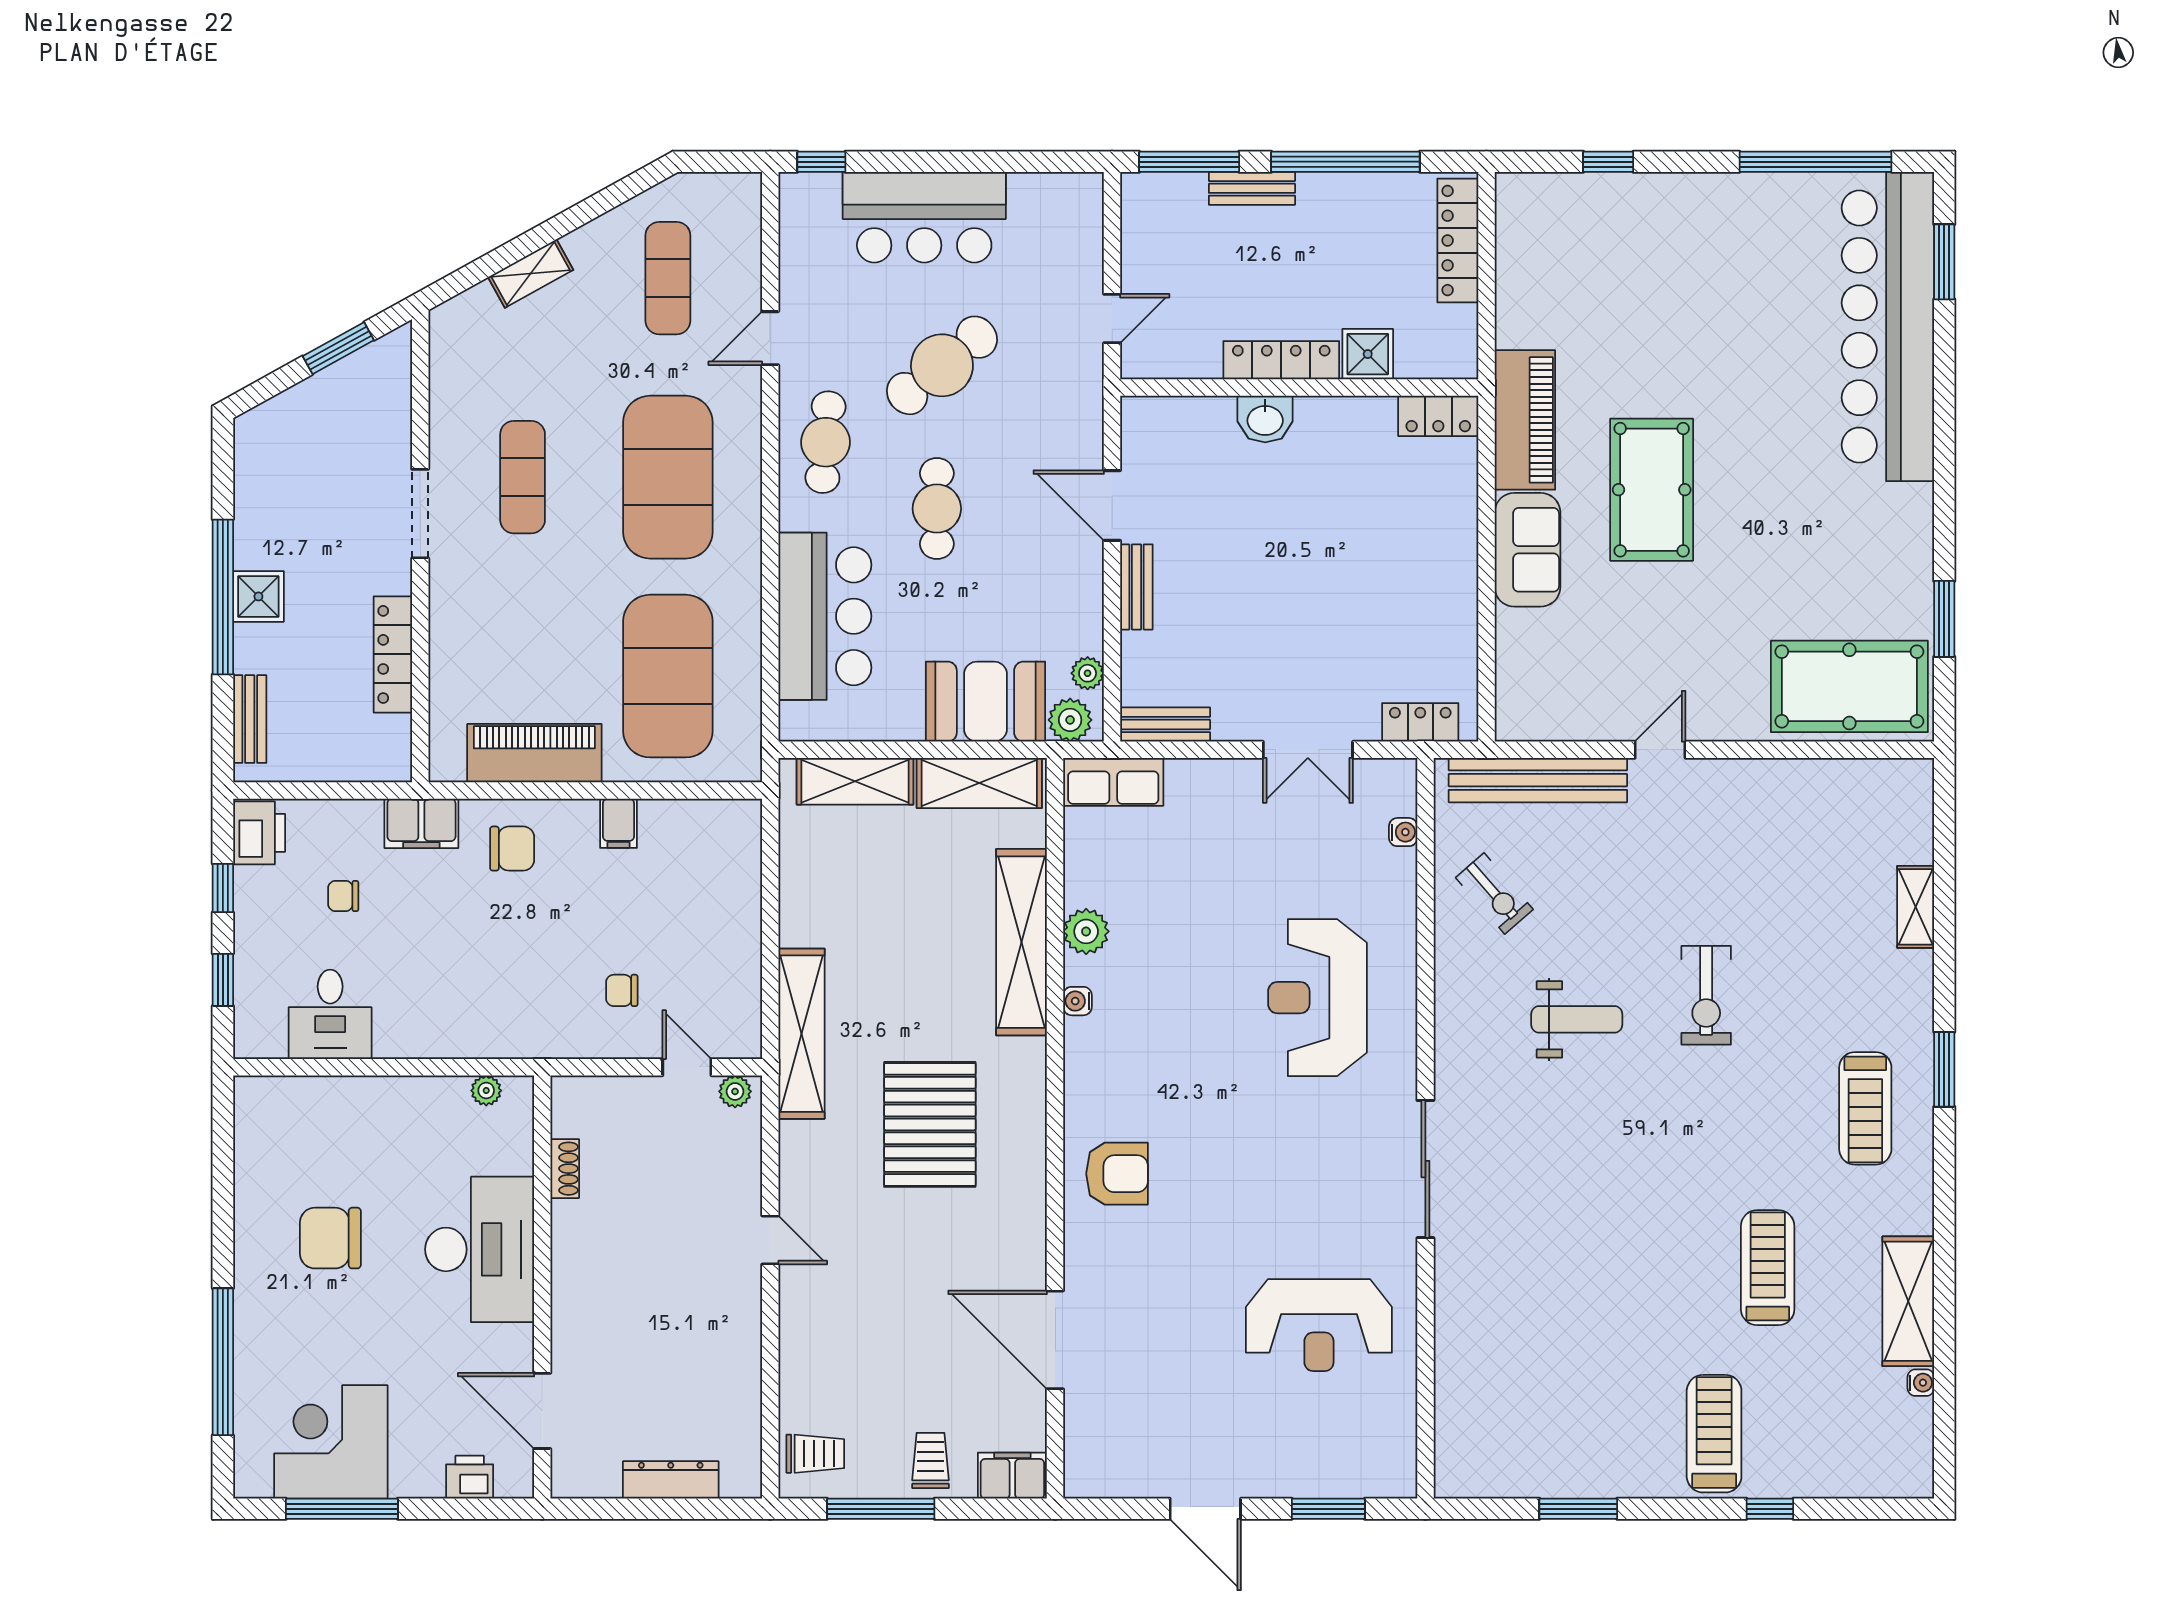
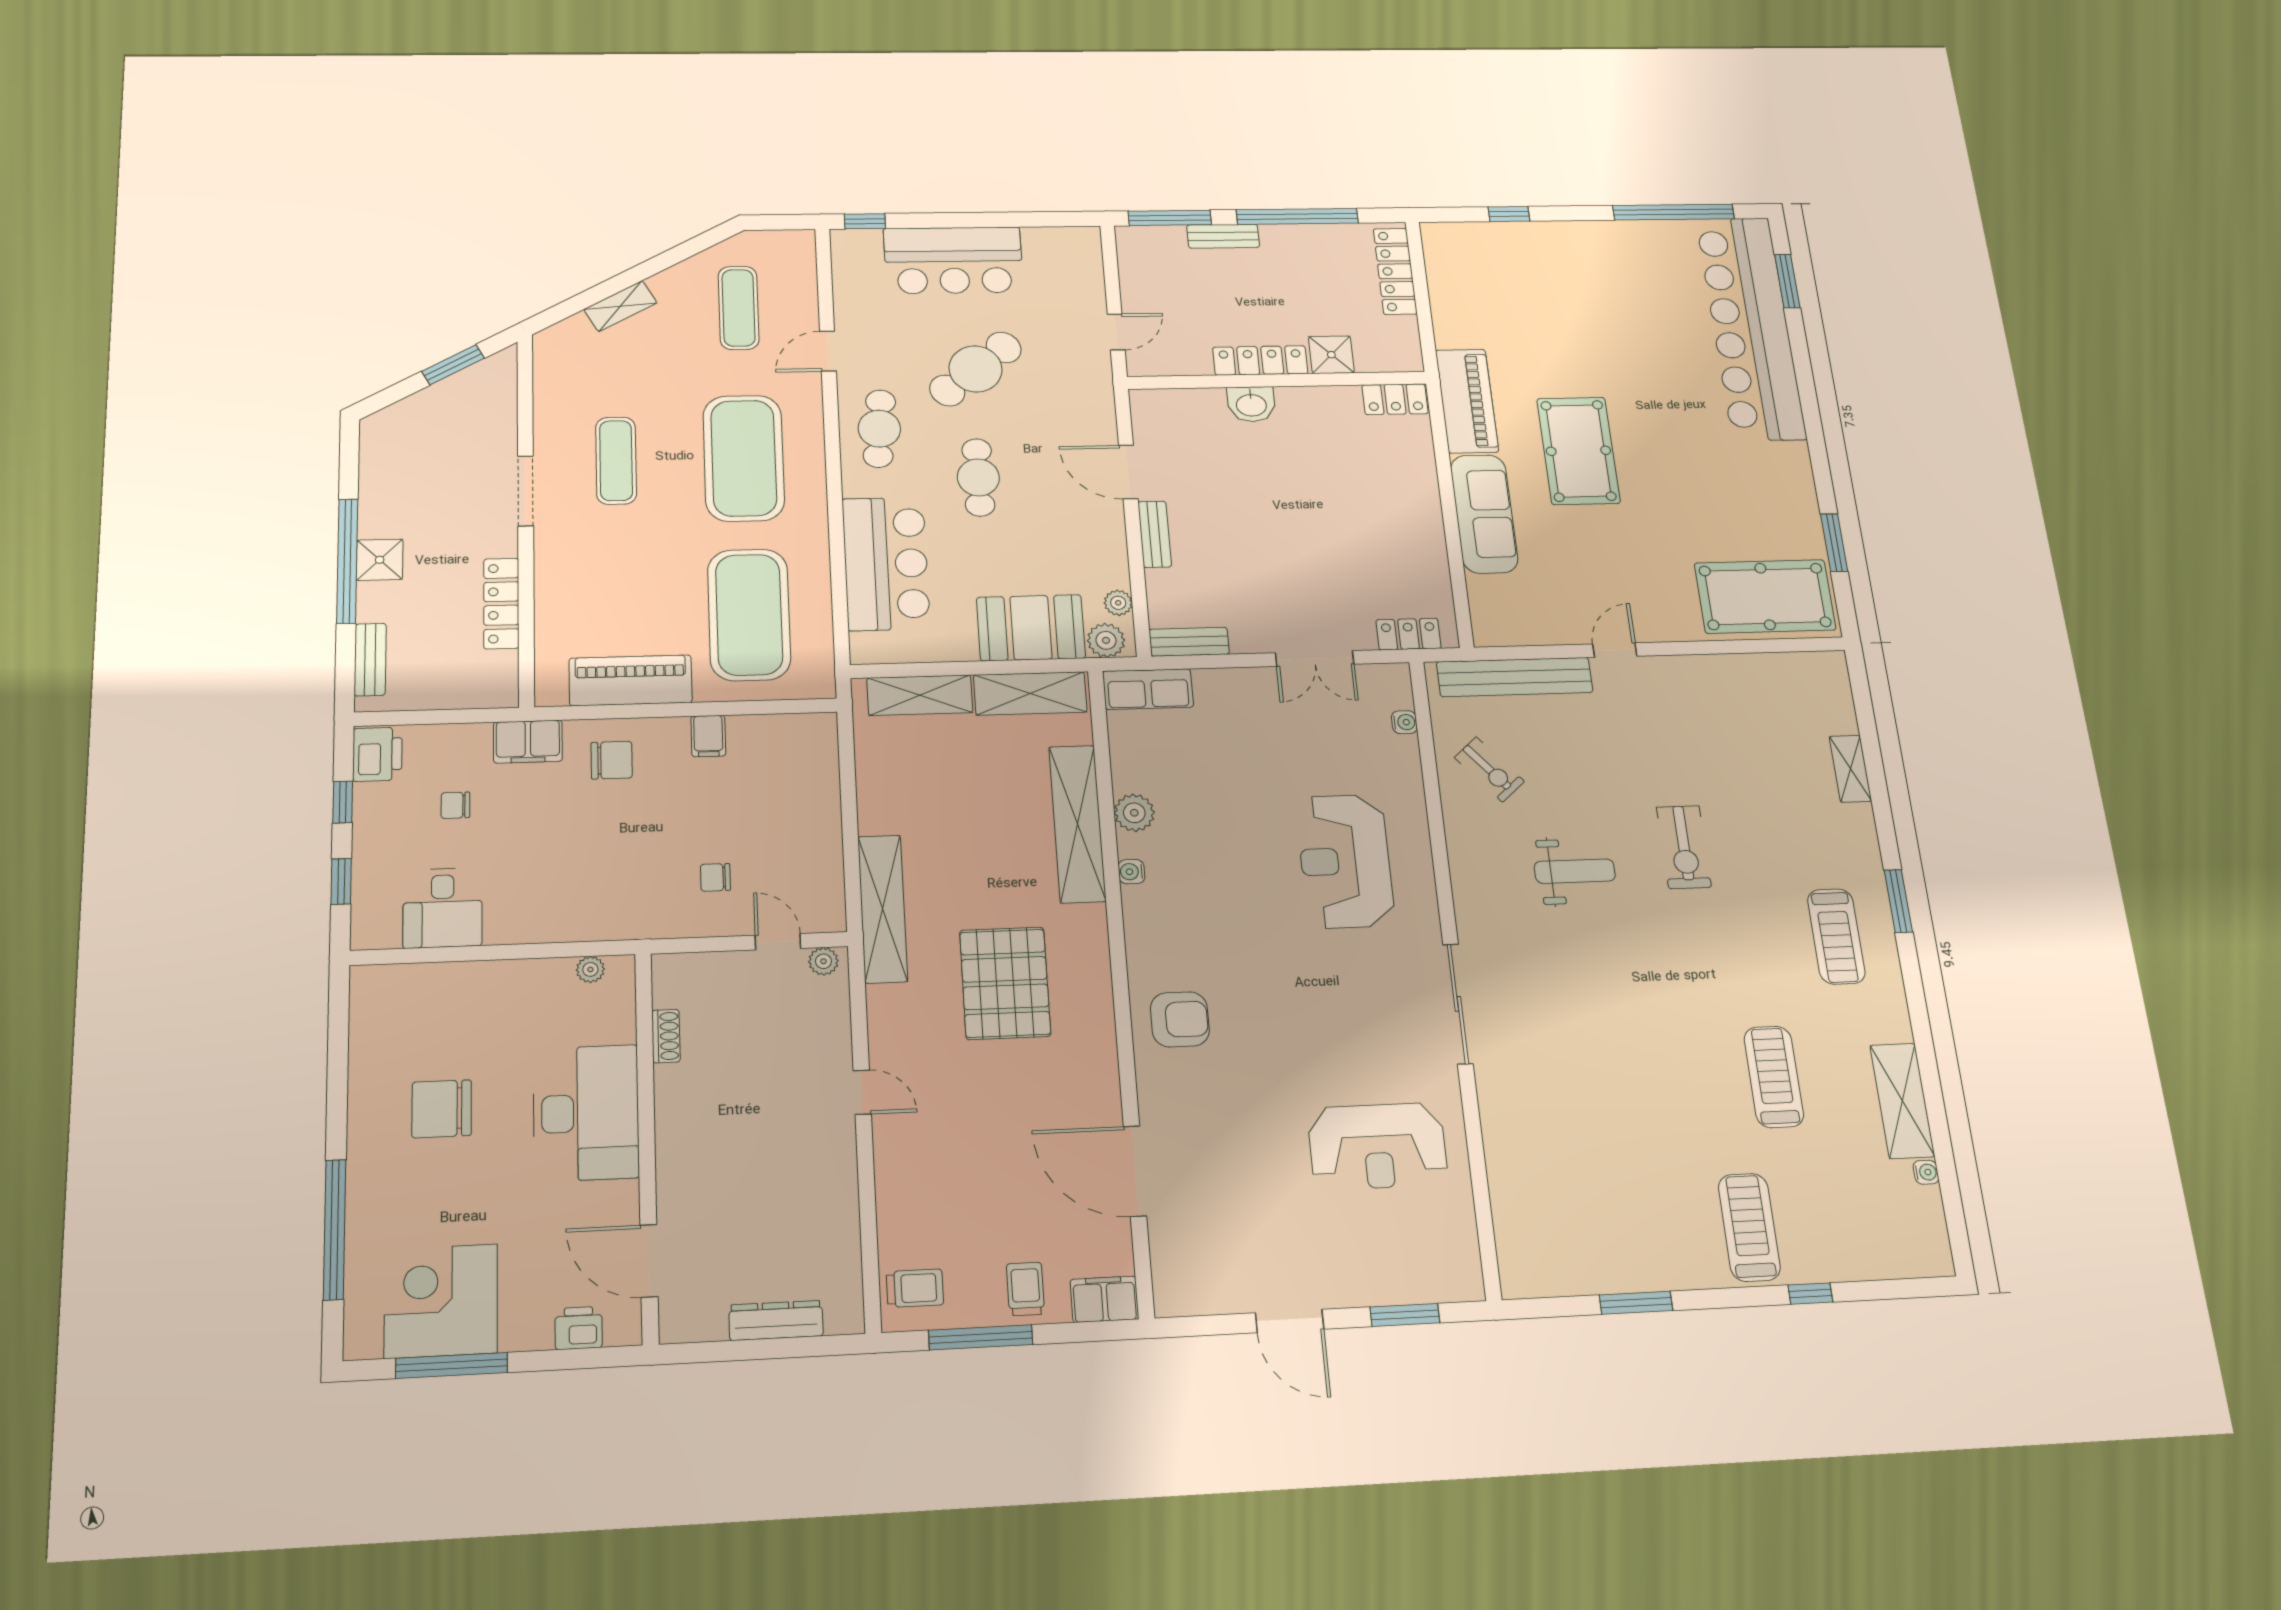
sofa: (1527, 550) -> (1484, 514), width x1.36

